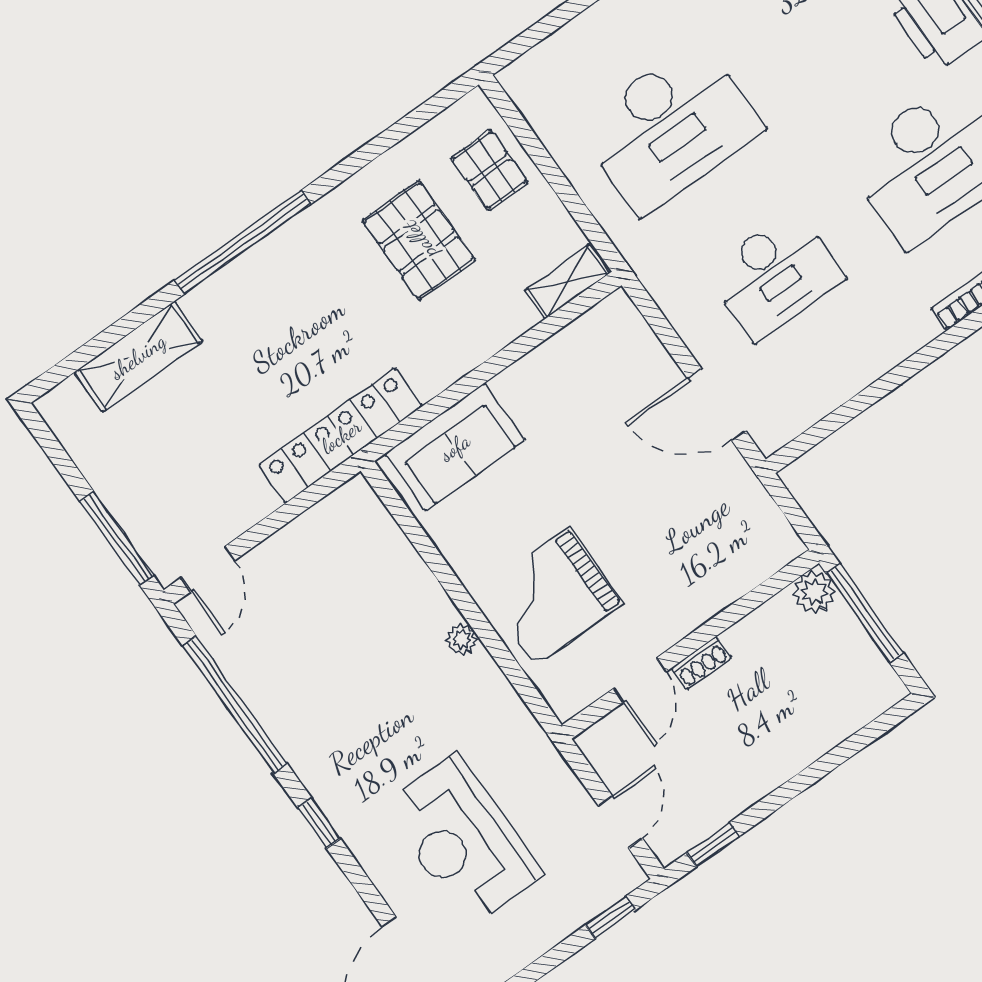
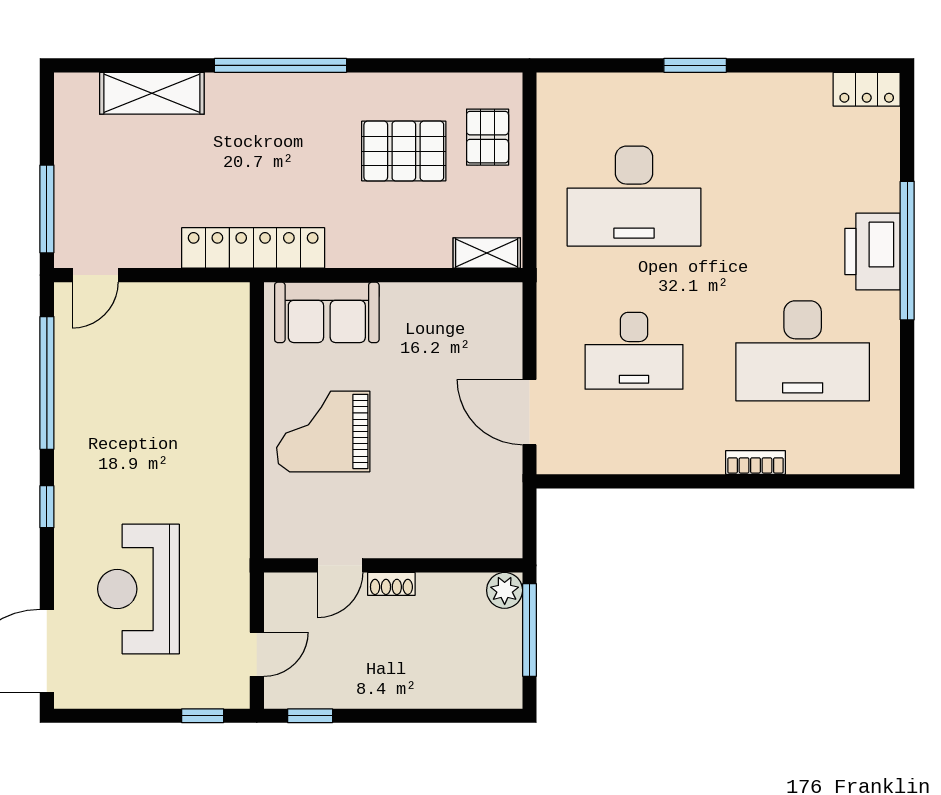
pallet: (419, 240) -> (404, 151), turned 90
grand piano: (552, 597) -> (323, 431), moved
plant: (462, 639) -> (237, 449), removed

